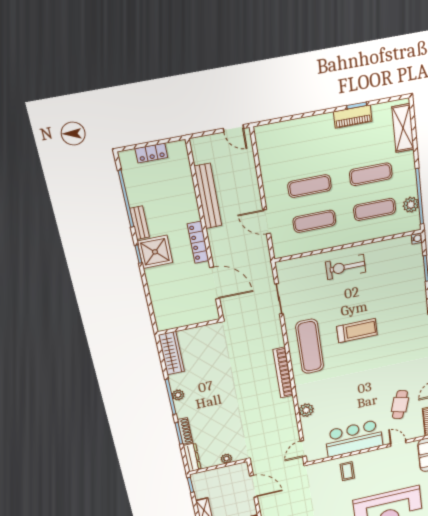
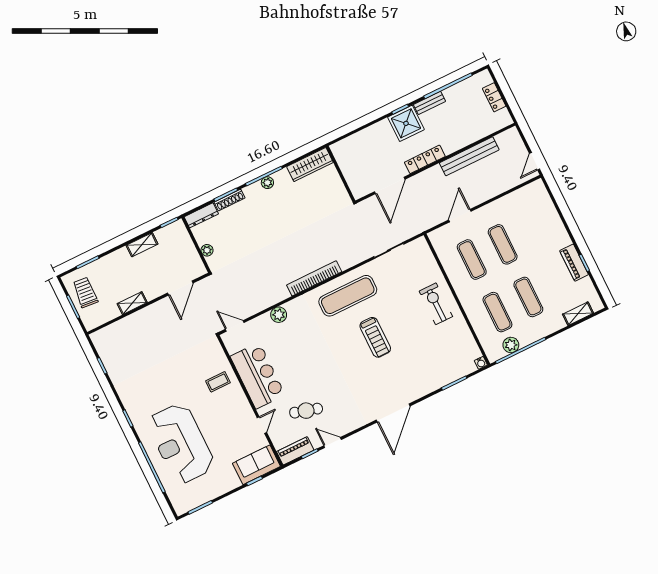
shelving: (403, 128) -> (578, 314), width x0.67, depth x0.75

